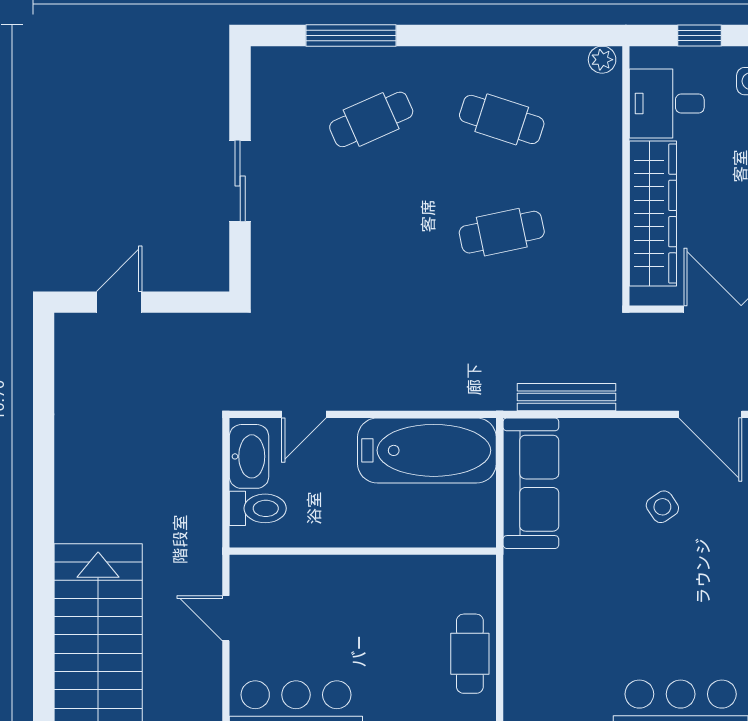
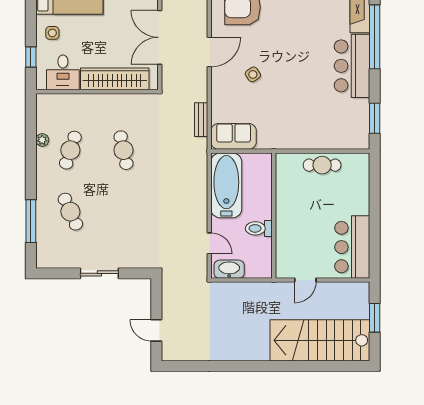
plant: (602, 60) -> (42, 140), moved
bench: (566, 397) -> (201, 120), width x0.73
sofa: (531, 483) -> (234, 136), width x0.73
toilet: (258, 508) -> (259, 228), moved, turned -90

